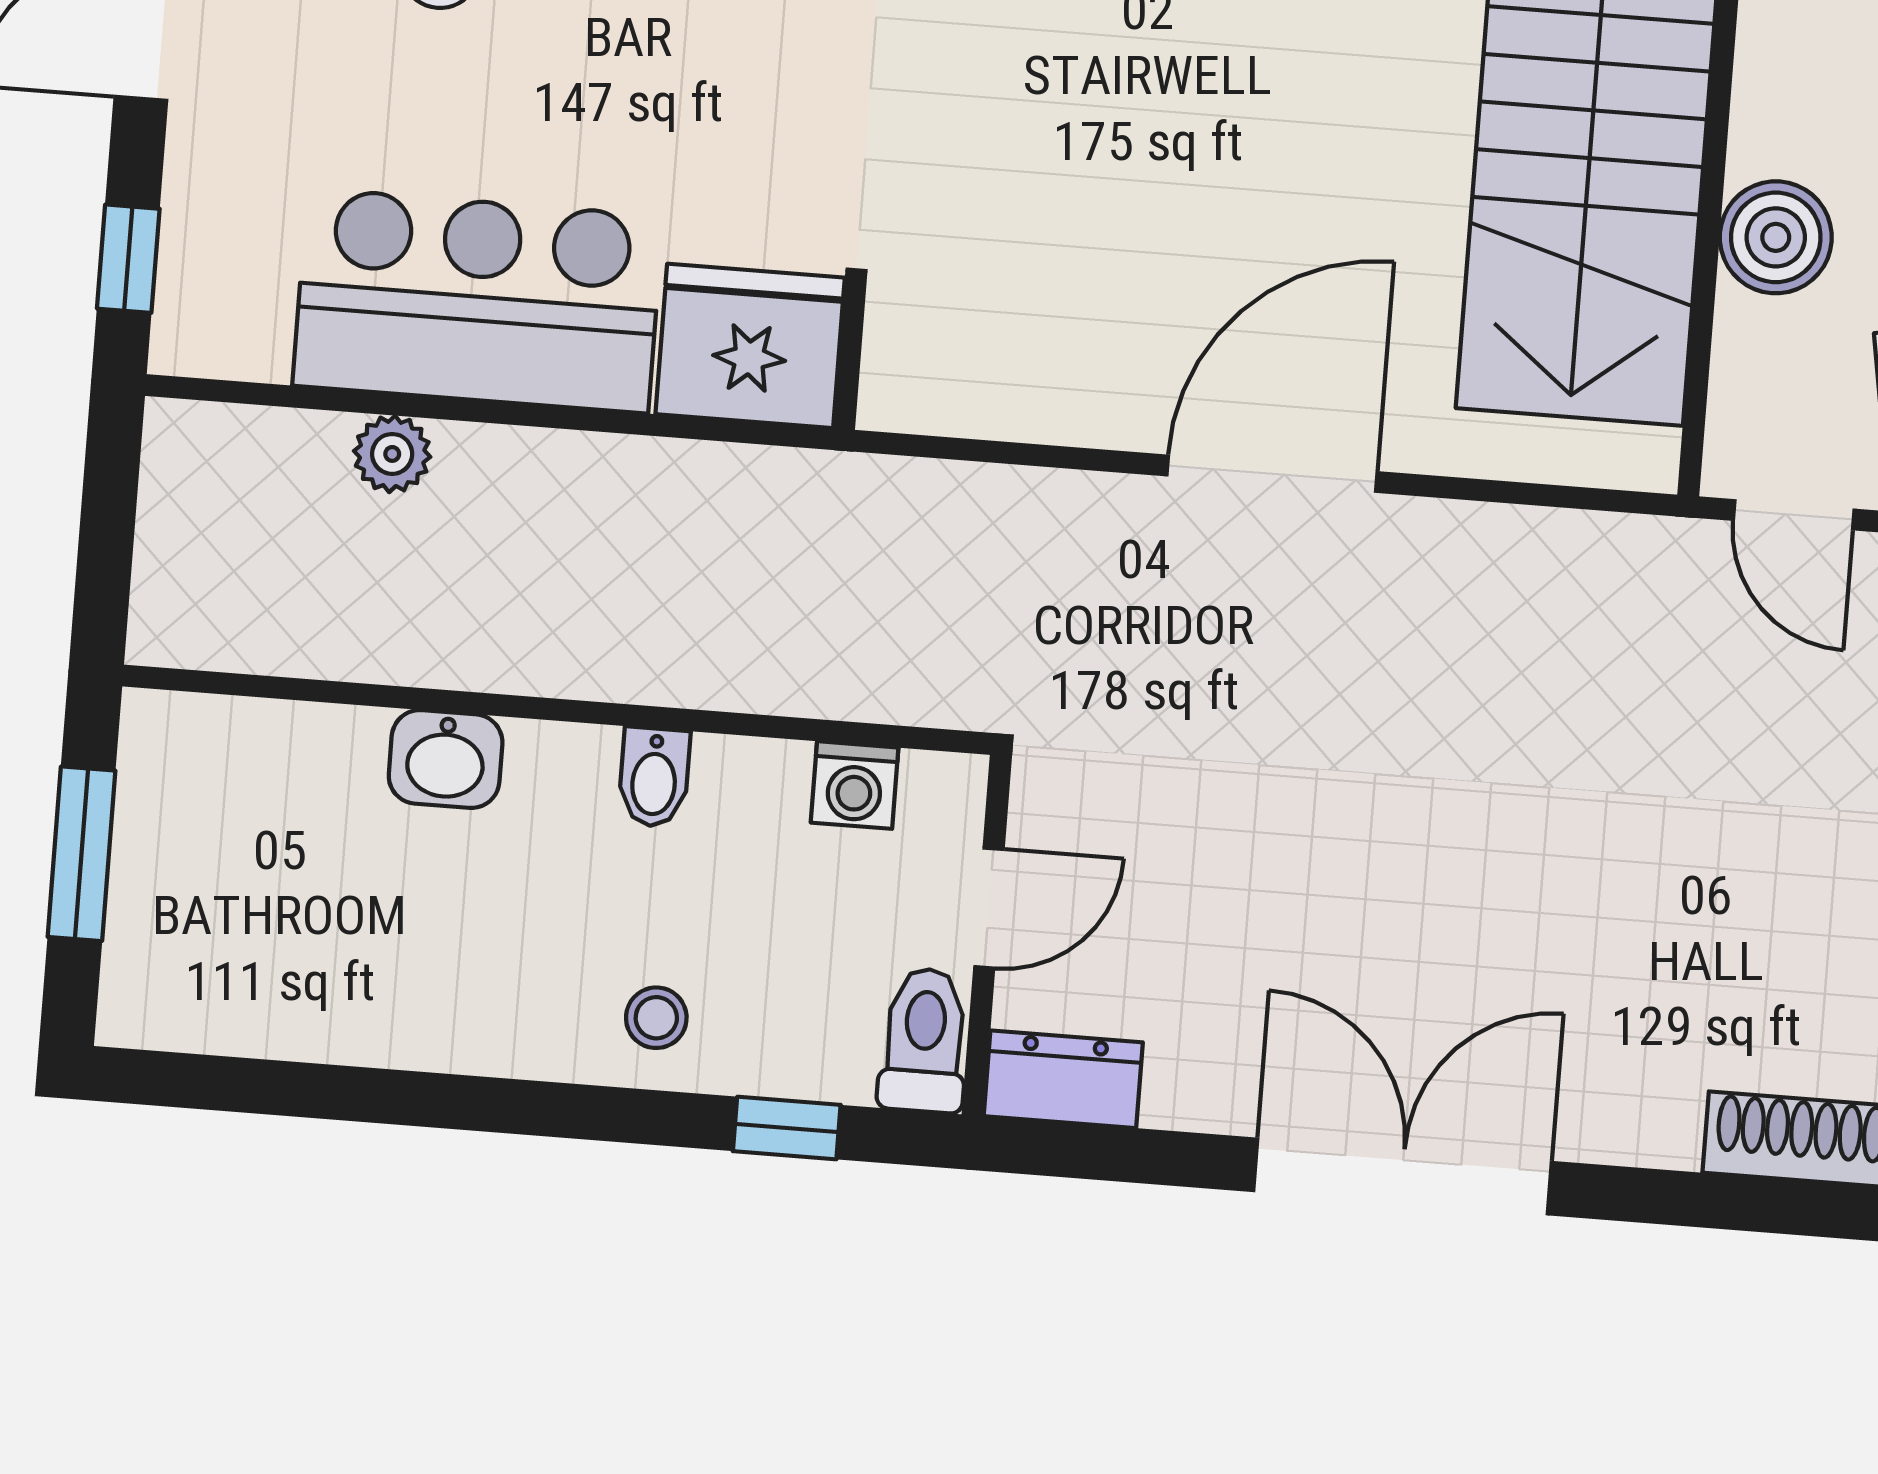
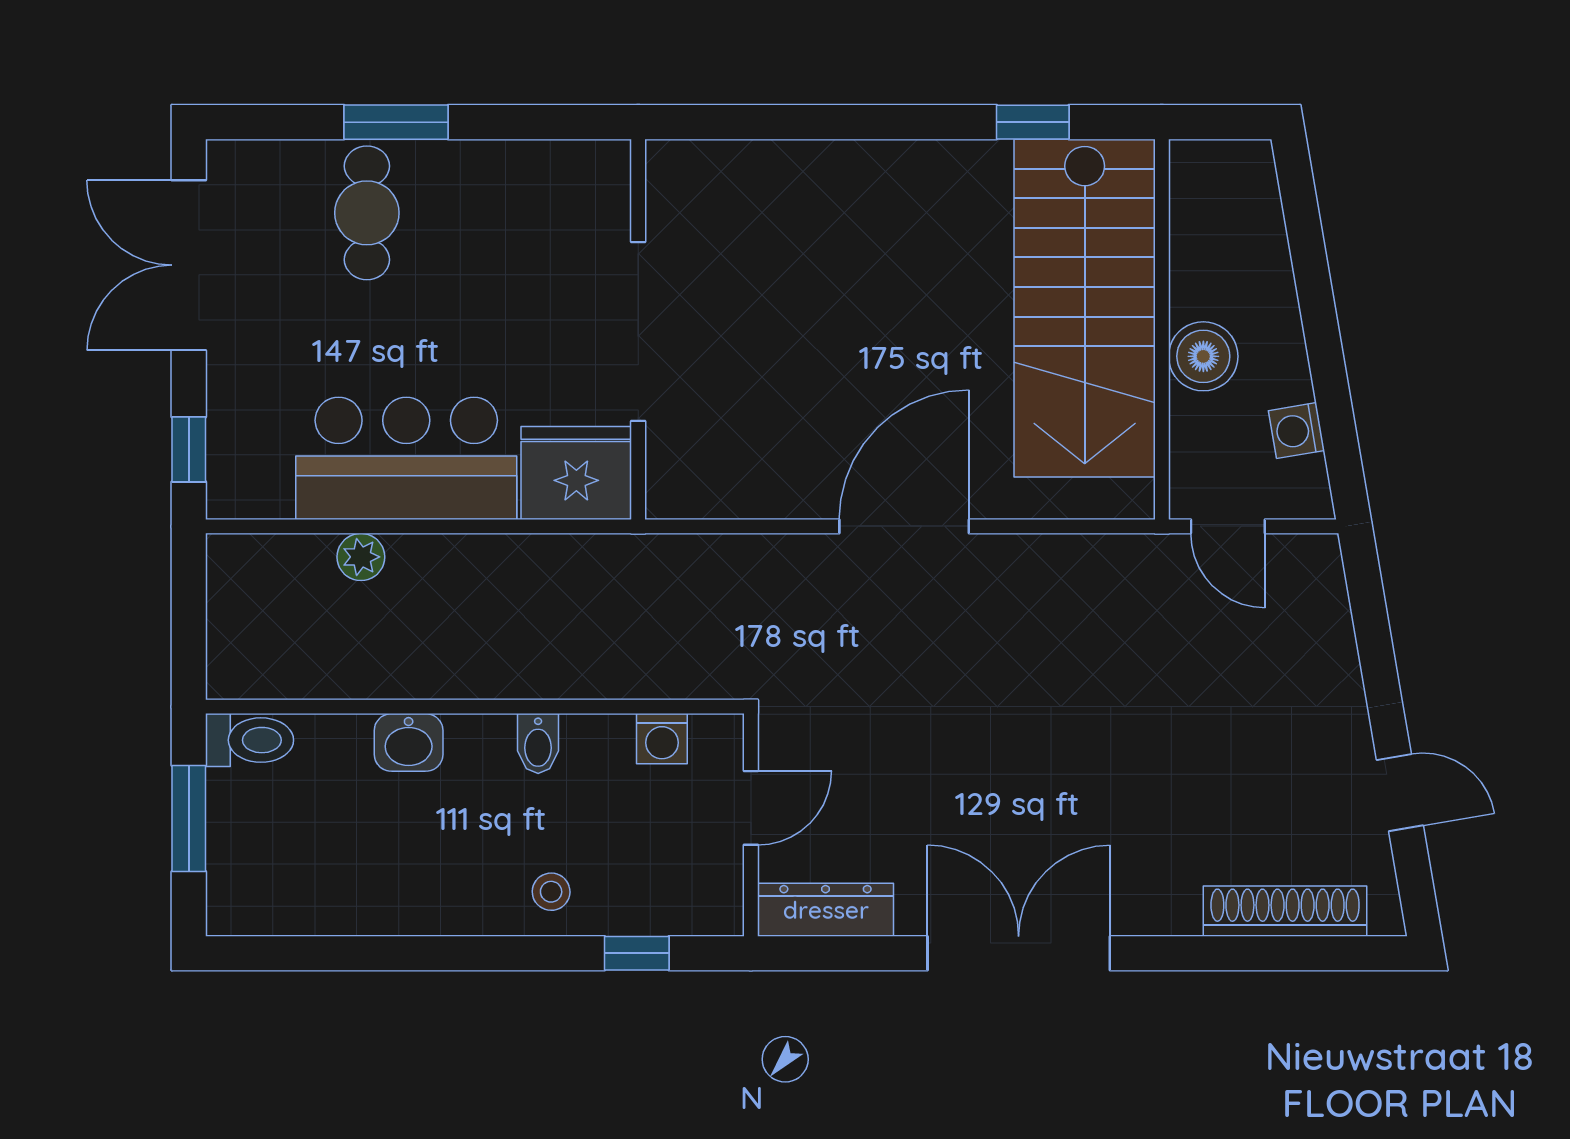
toilet: (924, 1040) -> (250, 740), moved, turned 90
dresser: (1063, 1079) -> (826, 910), width x1.44

